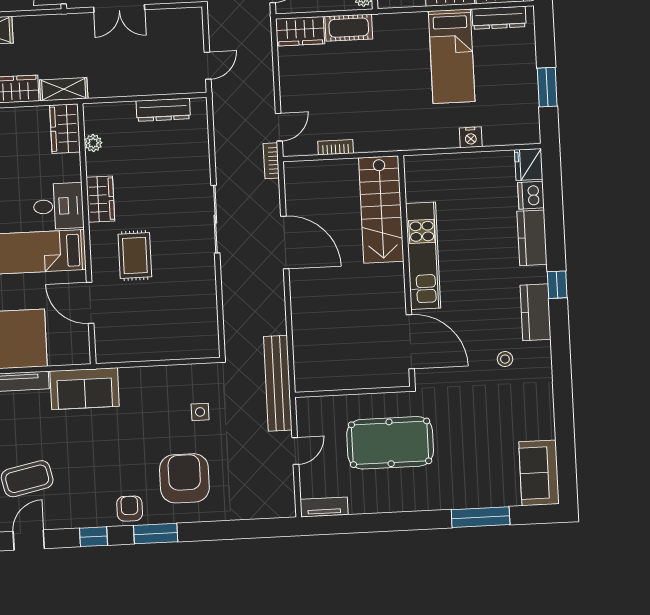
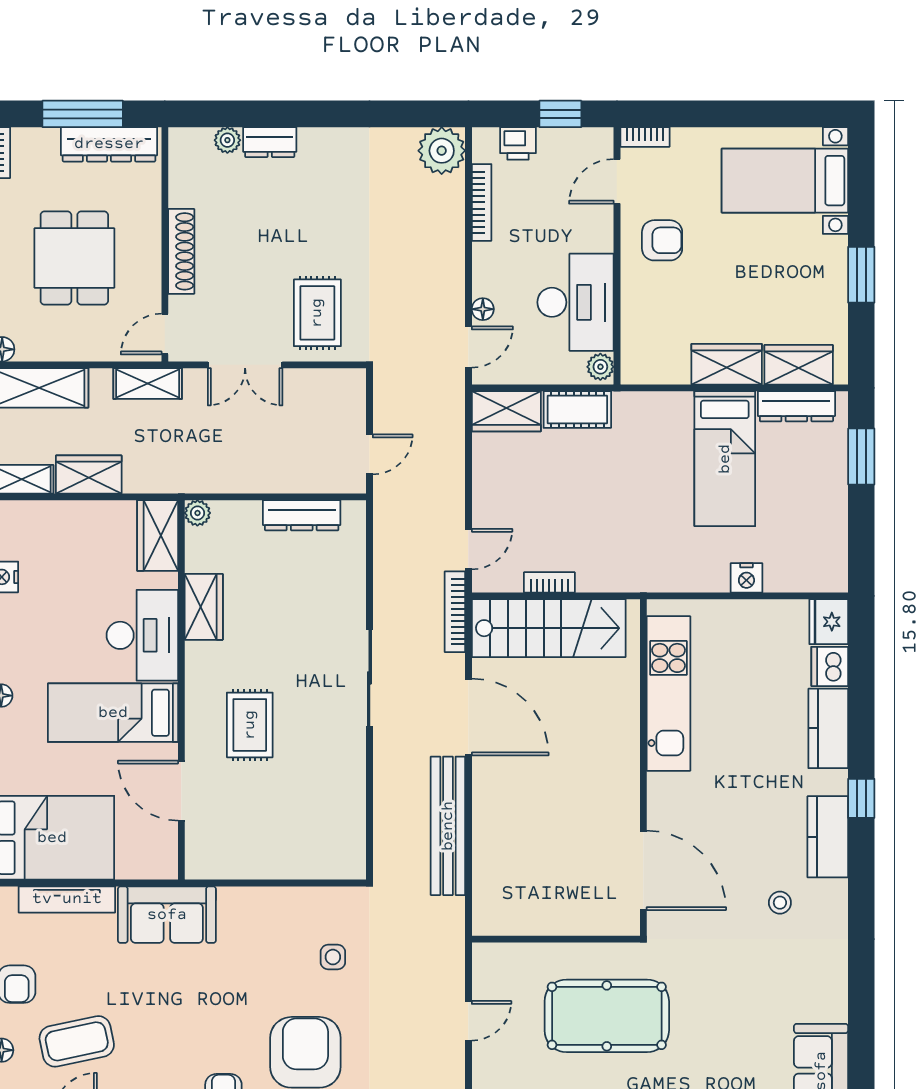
window: (547, 87) -> (861, 456), moved
shelving: (64, 89) -> (148, 384), moved
plant: (93, 143) -> (197, 513), moved
bookcase: (271, 161) -> (455, 612), width x1.56
wardrobe: (100, 199) -> (204, 607), moved
desk: (58, 206) -> (142, 635), width x1.37
stairs: (381, 210) -> (549, 628), moved, turned -90
kitchen unit: (423, 256) -> (668, 694), moved
bench: (278, 383) -> (448, 826), moved

